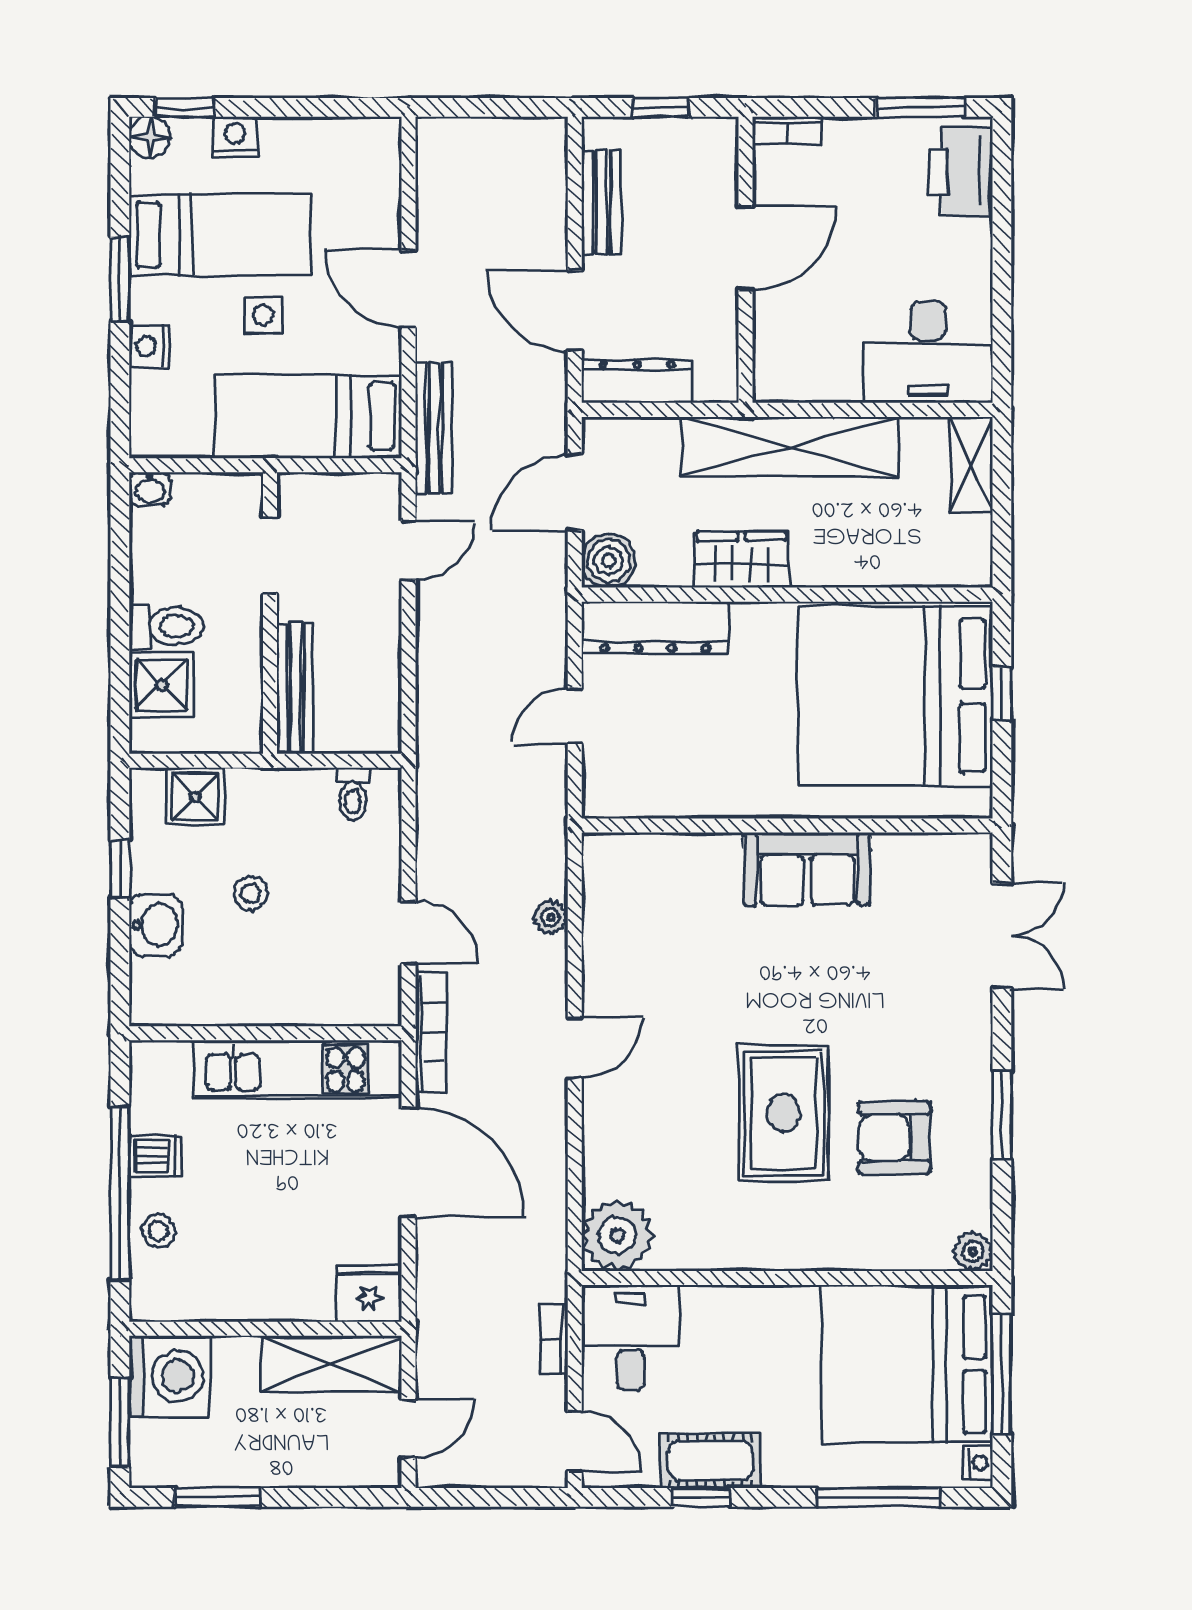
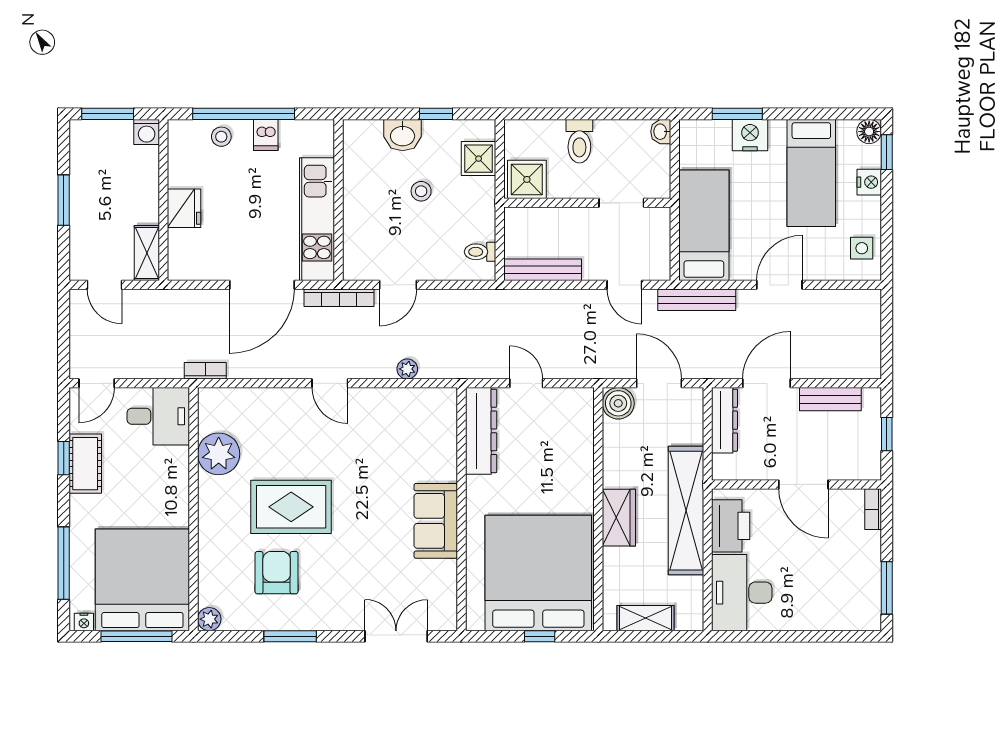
printer: (961, 172) -> (731, 526), moved, turned 90
window: (120, 279) -> (737, 114), moved
side table: (263, 315) -> (862, 248), moved
nightstand: (149, 346) -> (750, 135), width x1.36, depth x1.33
shelving: (971, 465) -> (646, 618), moved
wardrobe: (741, 560) -> (619, 518), moved
dresser: (655, 628) -> (481, 431), moved, turned 180
shower: (162, 685) -> (527, 179), moved
bench: (295, 688) -> (543, 270), moved
double door: (1002, 936) -> (396, 636), swing flipped
plant: (617, 1235) -> (219, 454), moved
fridge: (369, 1294) -> (184, 208), moved
bookcase: (554, 1339) -> (205, 371), moved
shelving: (331, 1364) -> (147, 253), width x0.67, depth x0.75
washing machine: (170, 1376) -> (147, 132), width x0.53, depth x0.53
window: (217, 1497) -> (64, 200), moved

